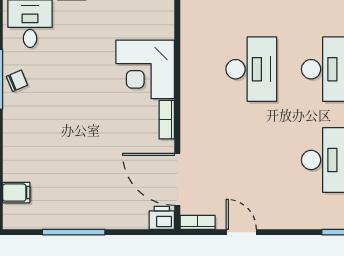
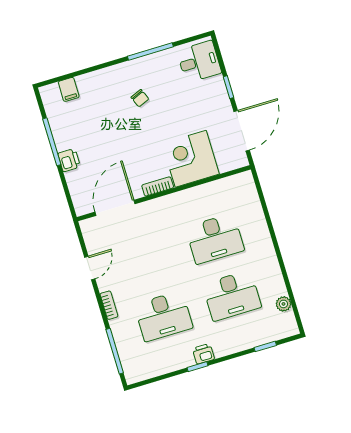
chair: (17, 81) -> (140, 98), moved
printer: (162, 218) -> (69, 160), moved
bookcase: (198, 222) -> (109, 305), moved

